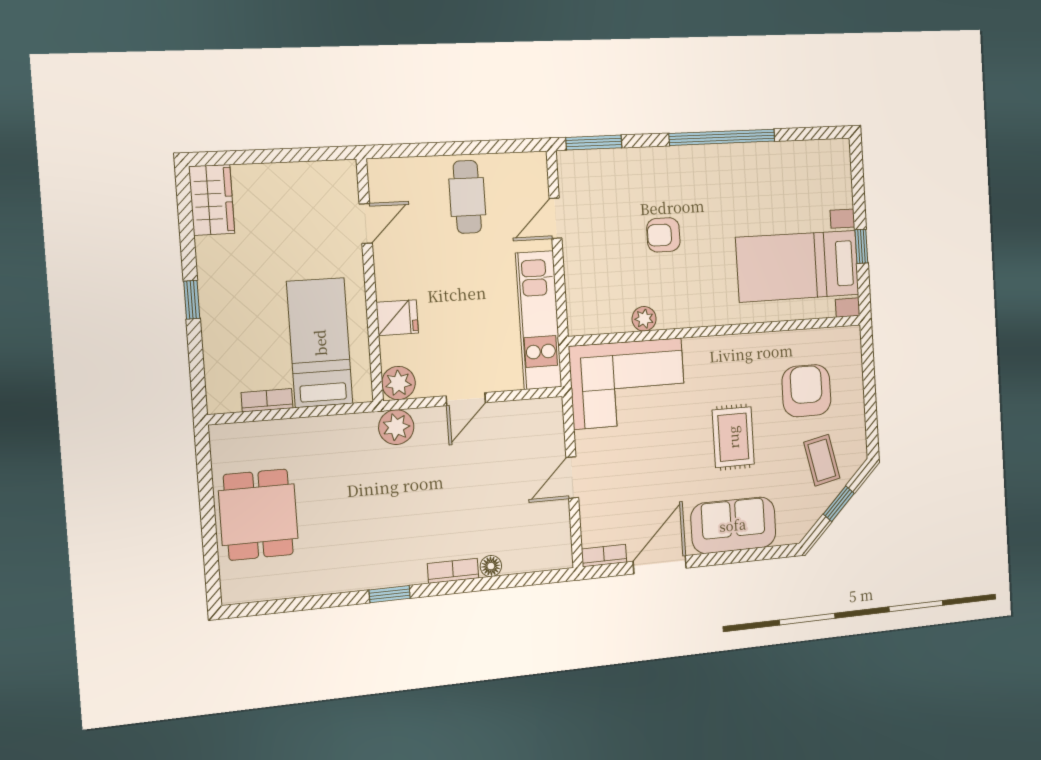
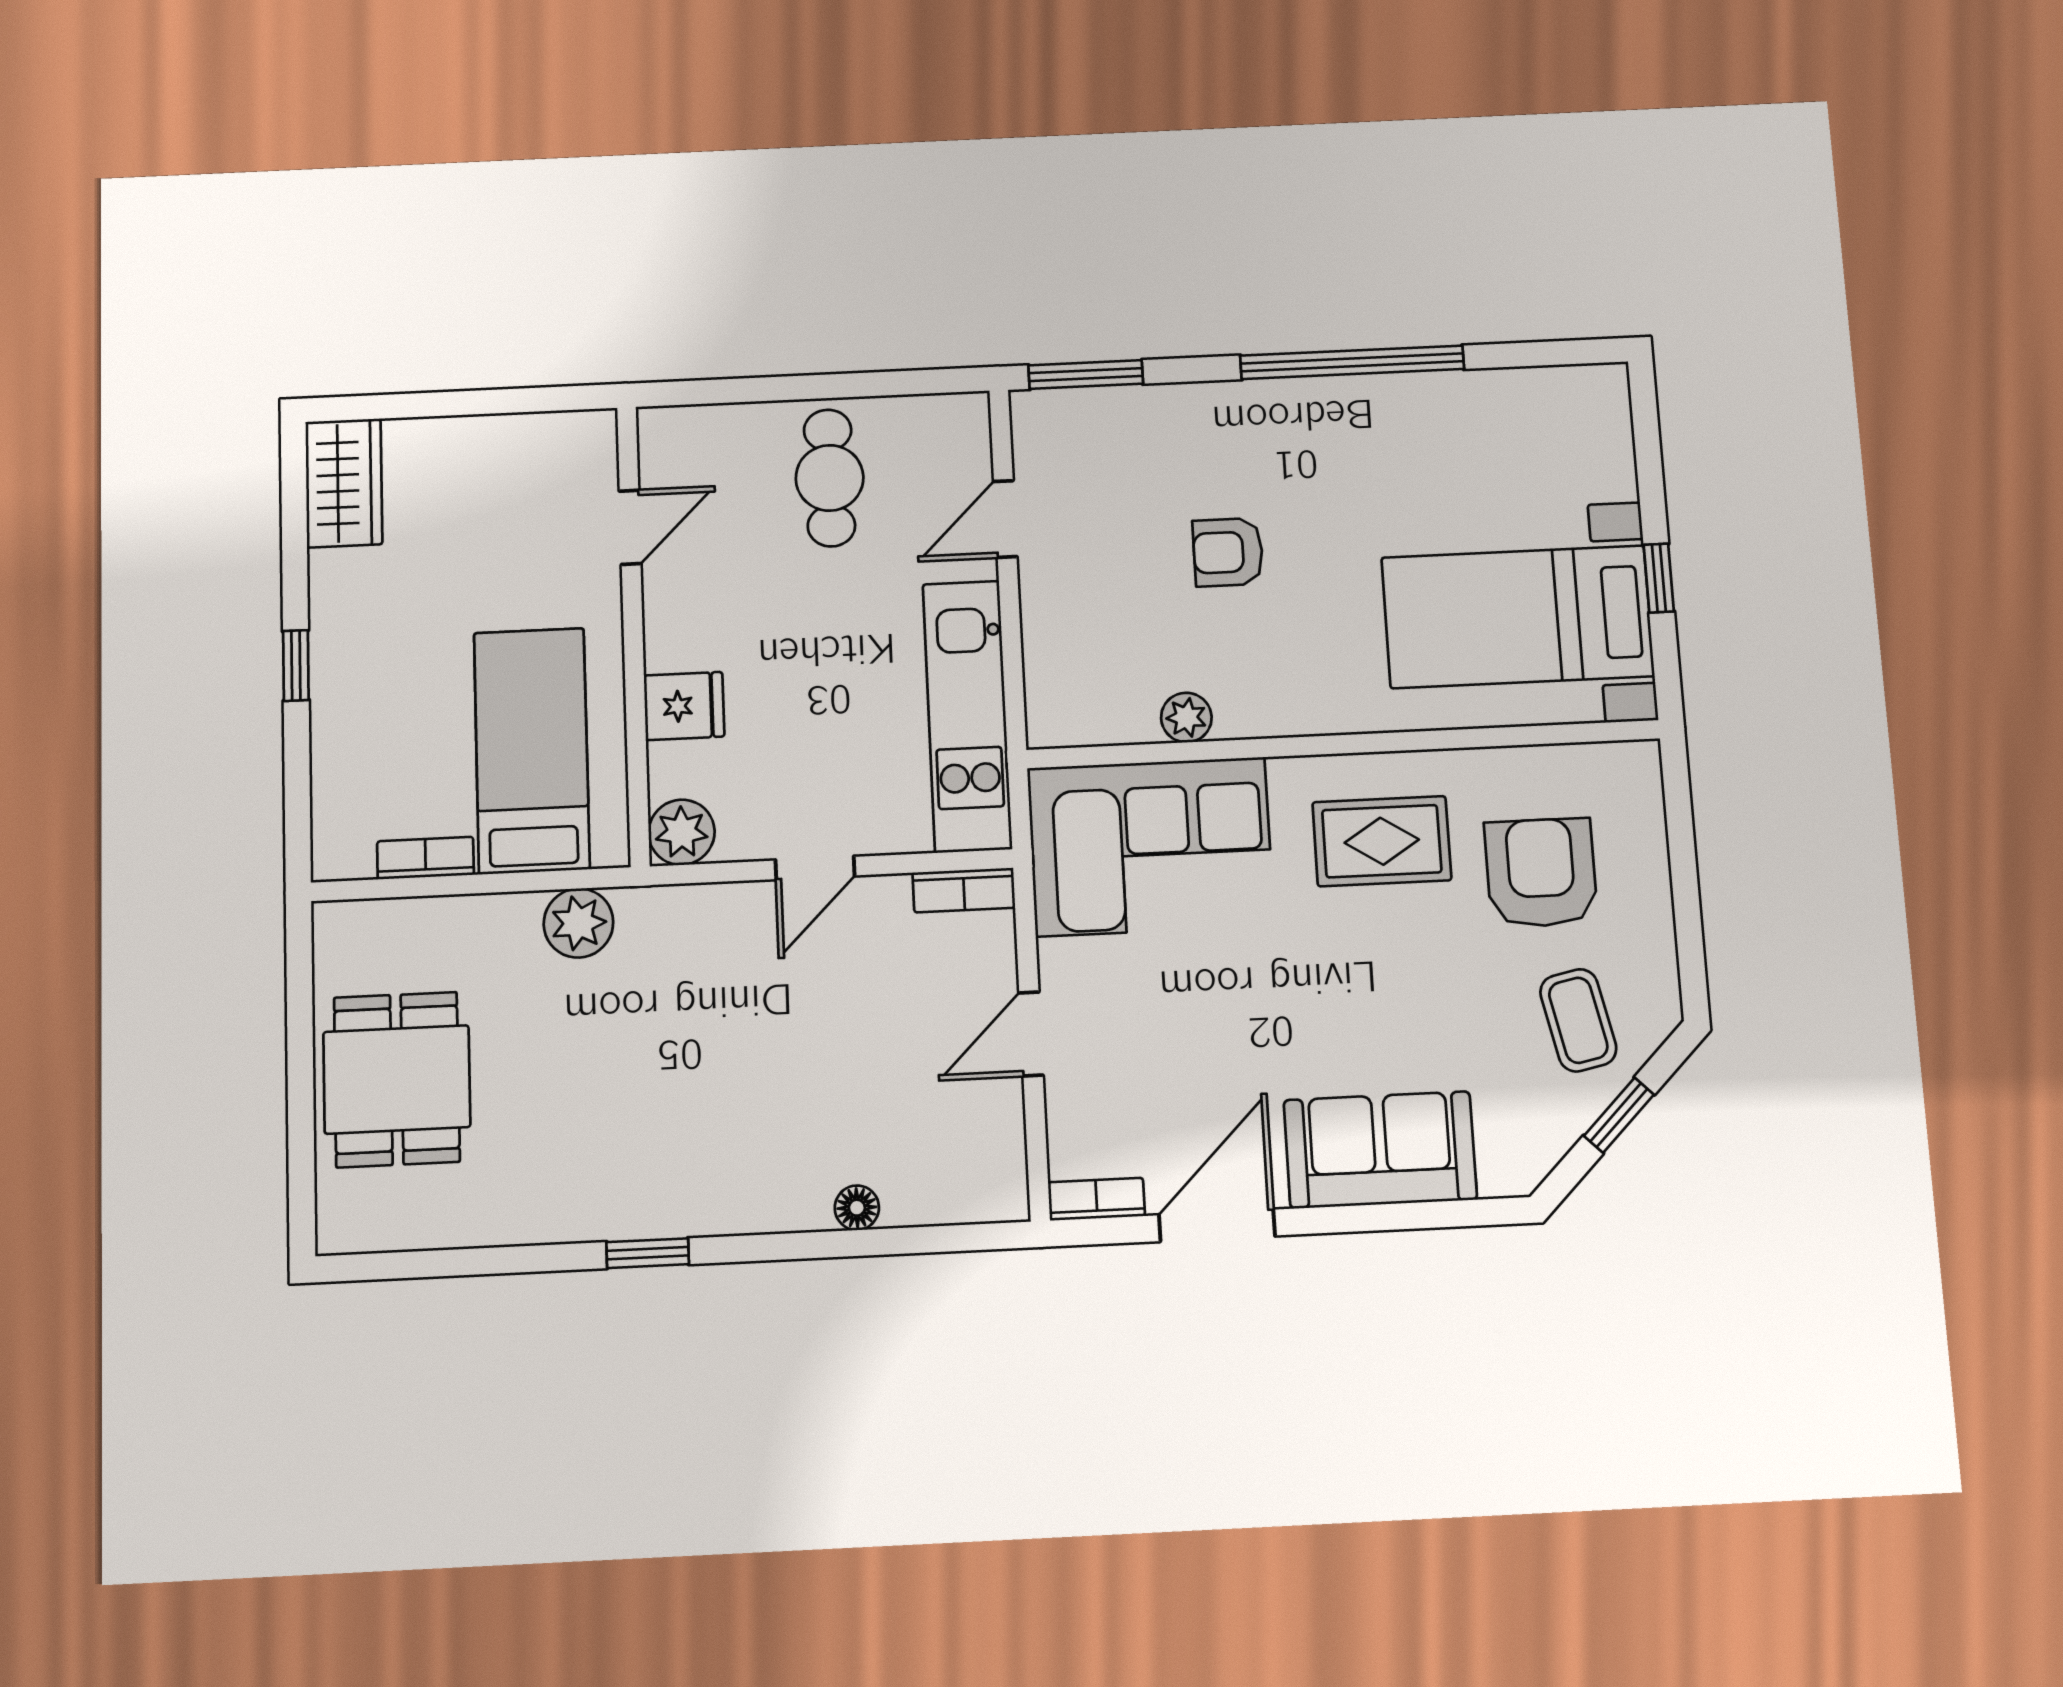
plant: (396, 427) -> (578, 923), moved
rug: (733, 437) -> (1382, 841), moved, turned 90
bookcase: (453, 571) -> (964, 890), moved, turned 180

